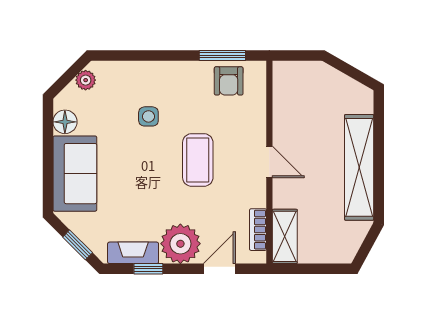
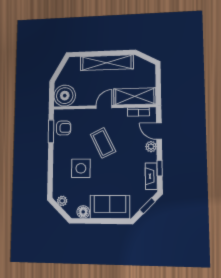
boiler: (294, 82) -> (65, 96), added
side table: (148, 116) -> (81, 168), width x1.87, depth x1.87
coffee table: (198, 160) -> (103, 143), turned 64
shelving: (285, 236) -> (135, 96), width x1.50, depth x1.33
plant: (180, 244) -> (151, 147), width x0.53, depth x0.53

